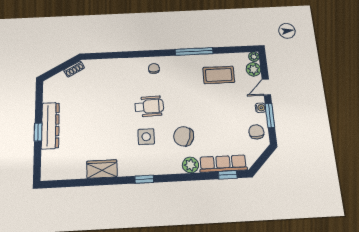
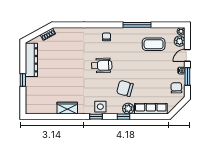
dresser: (50, 126) -> (31, 60), moved
side table: (146, 137) -> (100, 107), moved
window: (228, 175) -> (123, 117), moved

